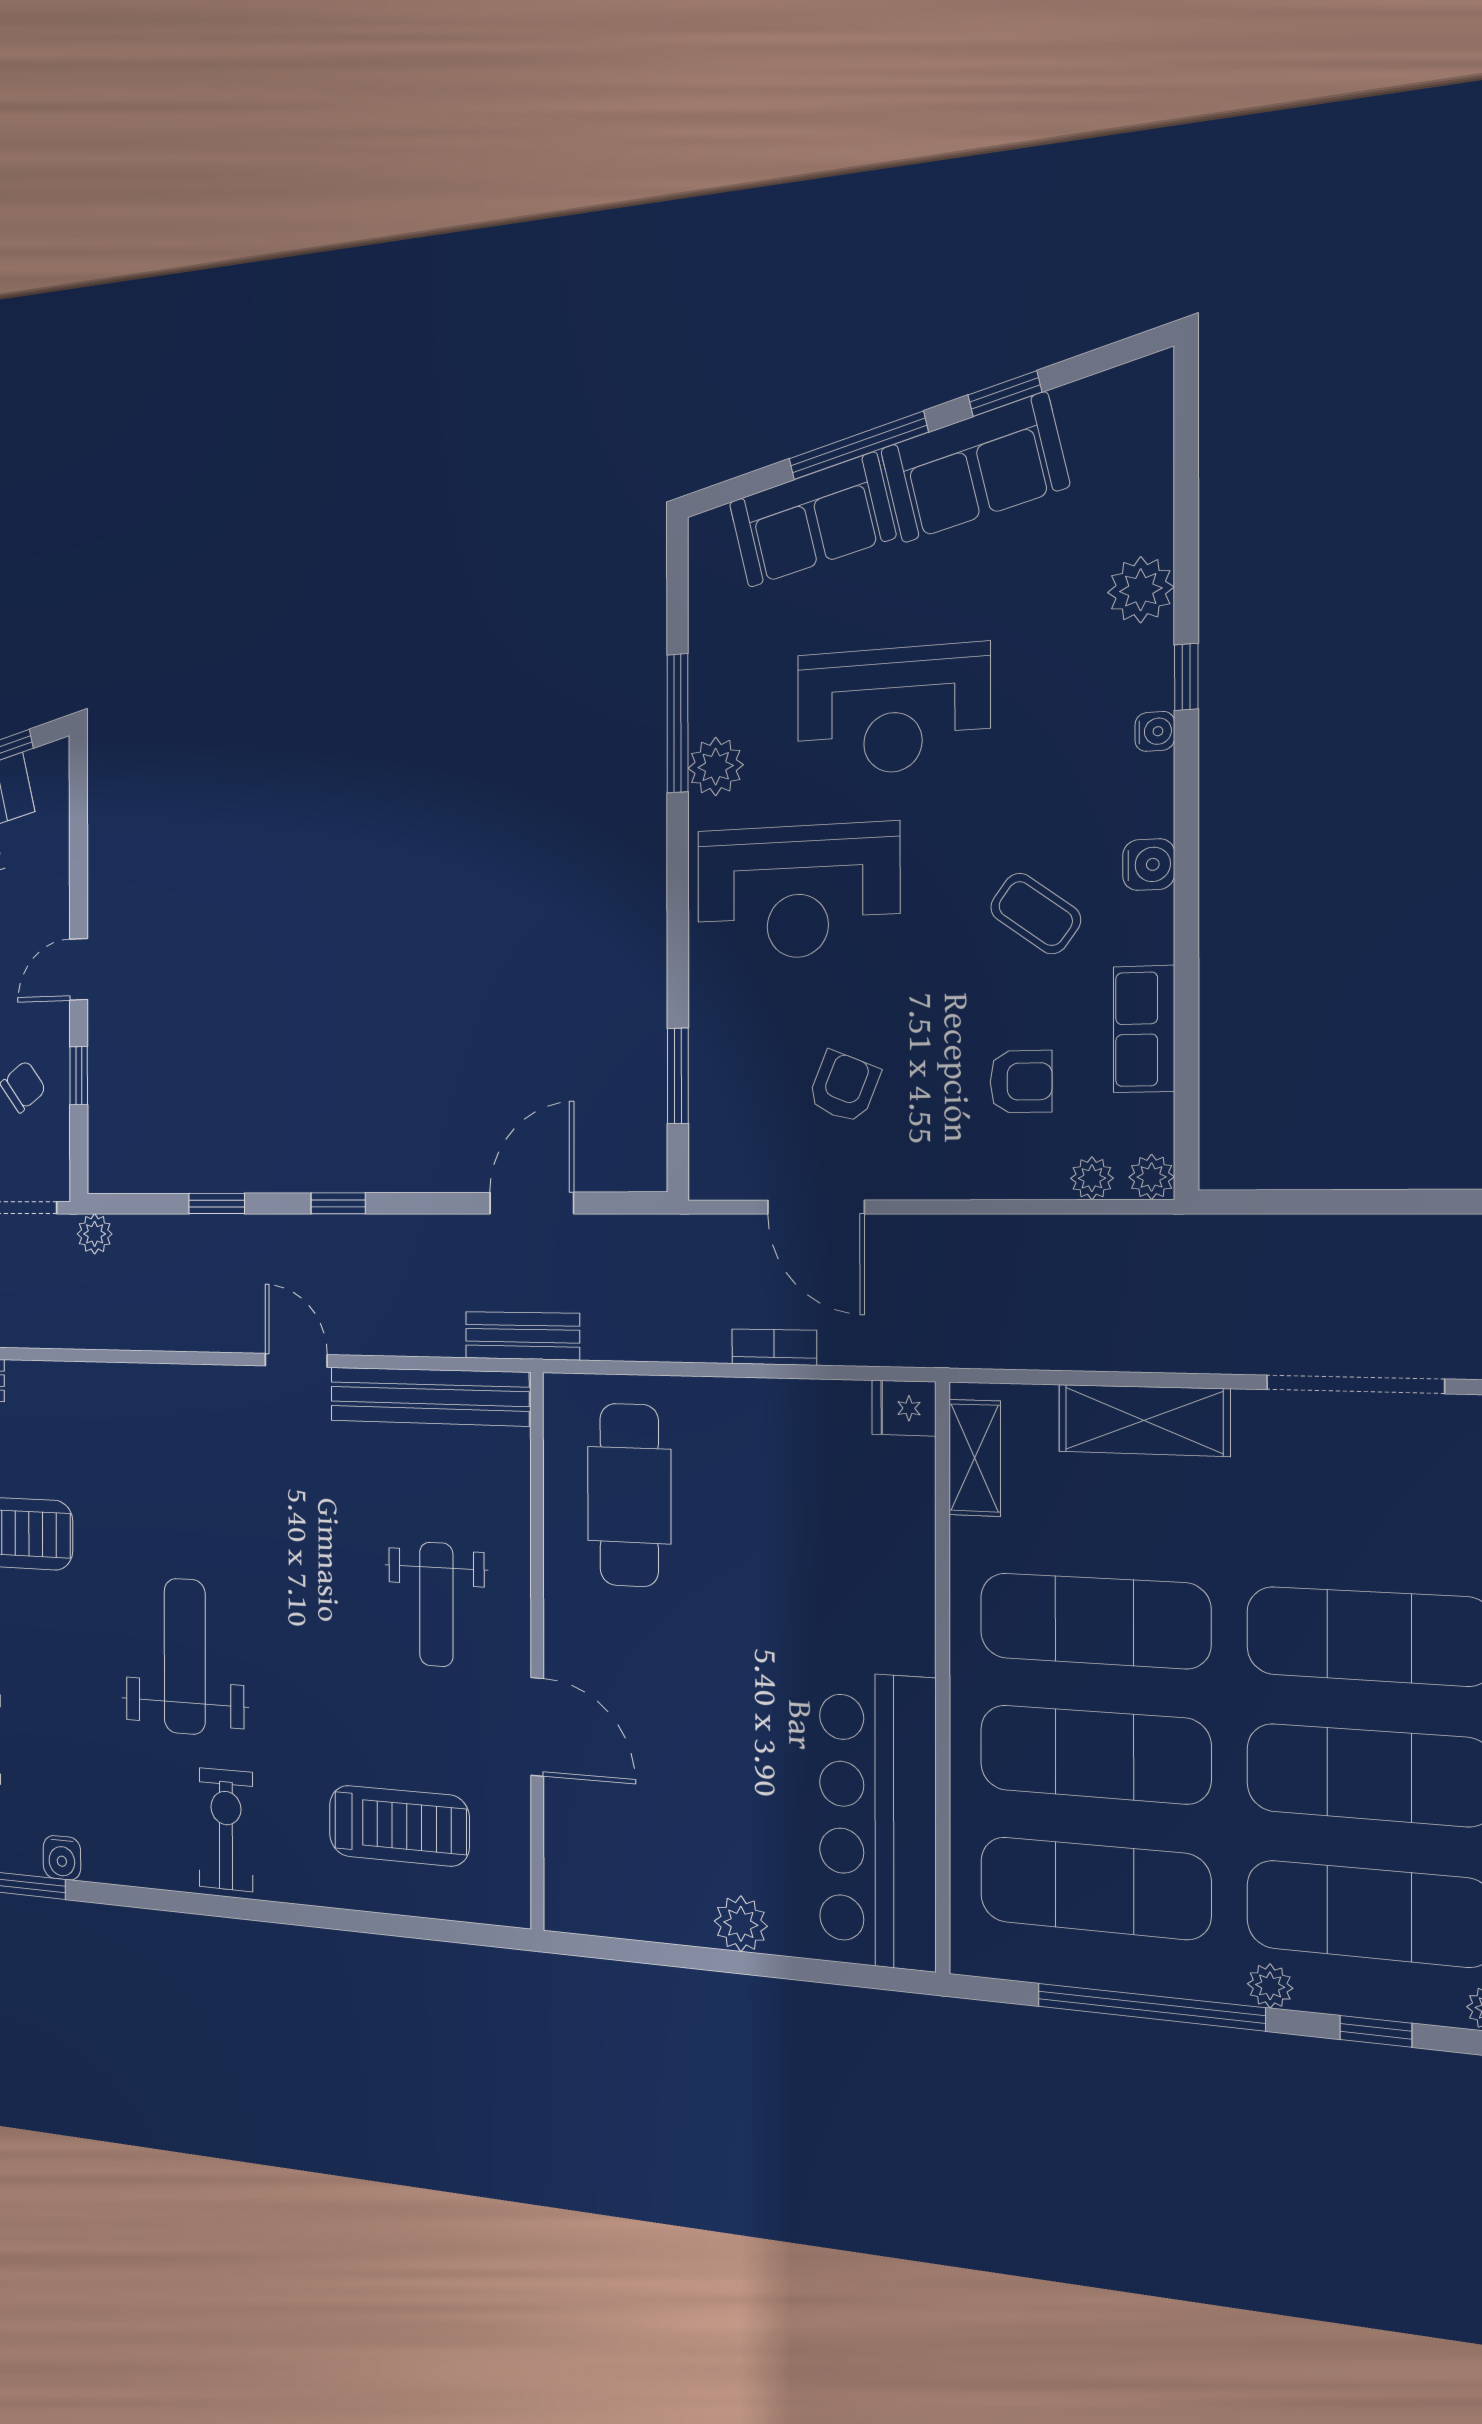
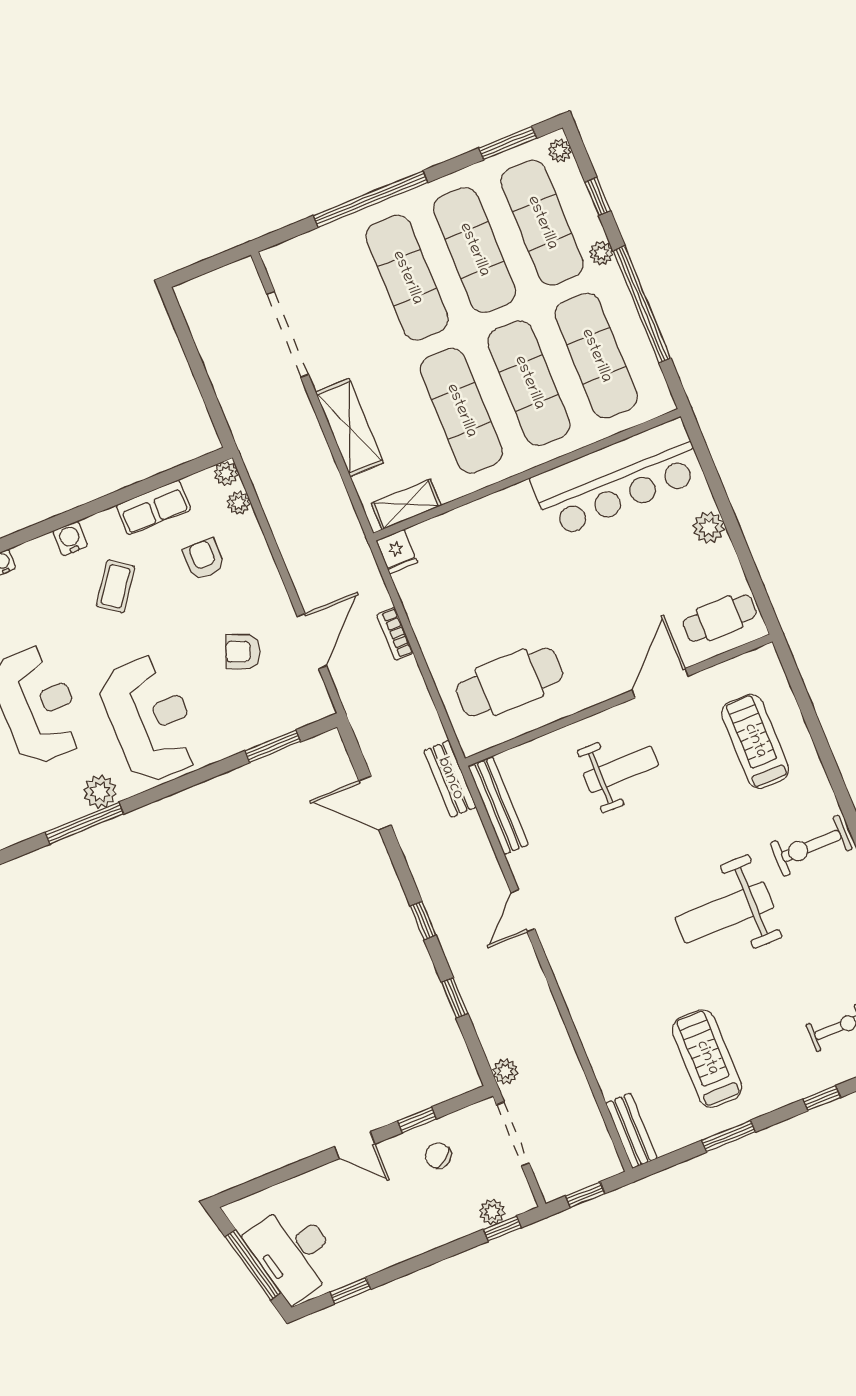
bench: (429, 1396) -> (498, 806), width x0.73, depth x0.82
cafe table: (597, 1868) -> (720, 618), added

